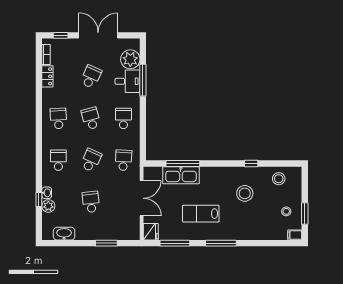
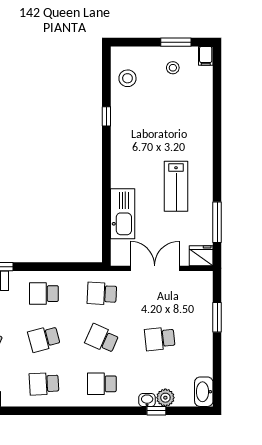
window: (183, 163) -> (106, 211), removed
stool: (245, 193) -> (148, 125), removed
washbasin: (64, 234) -> (204, 392), moved
window: (221, 243) -> (217, 158), removed

